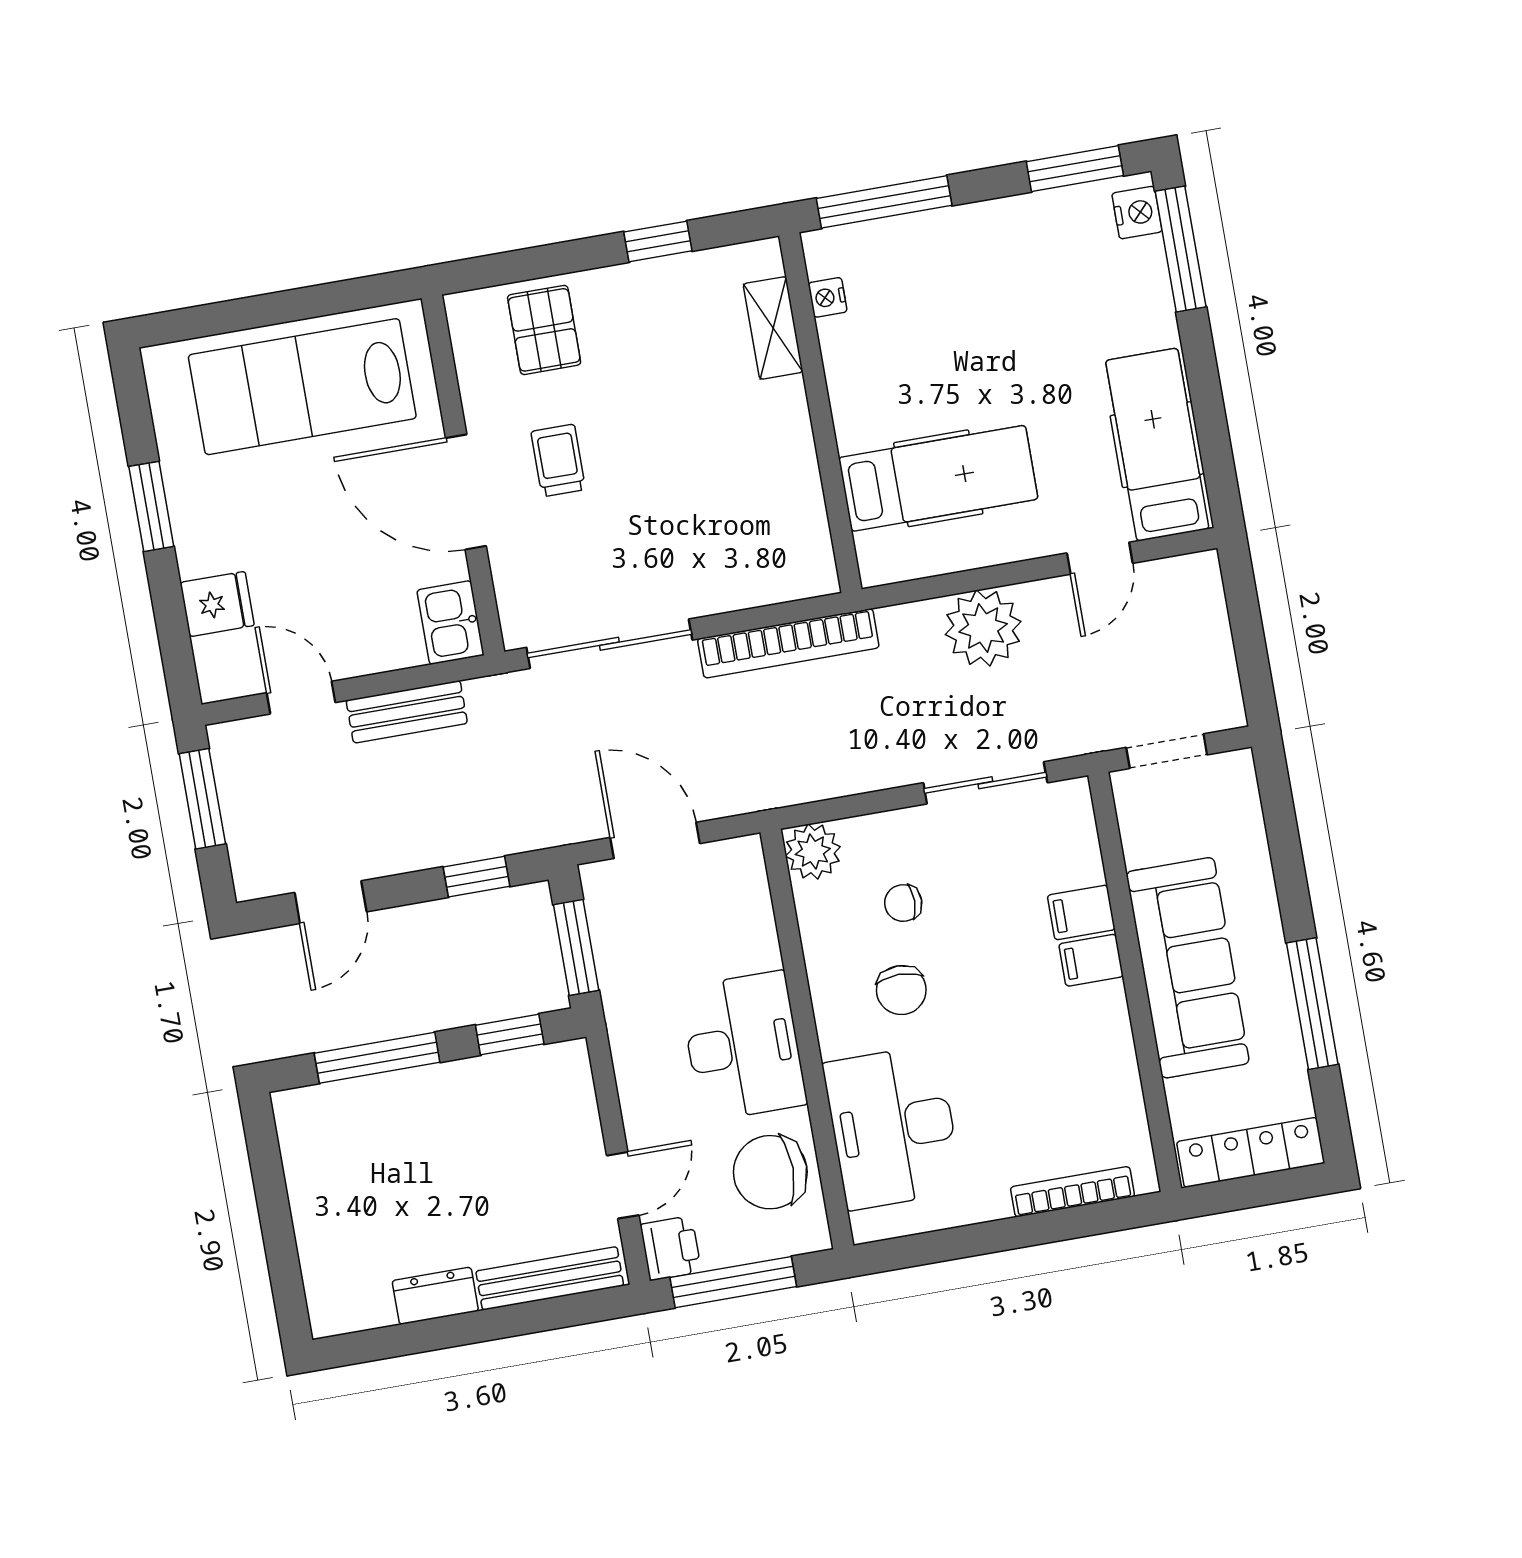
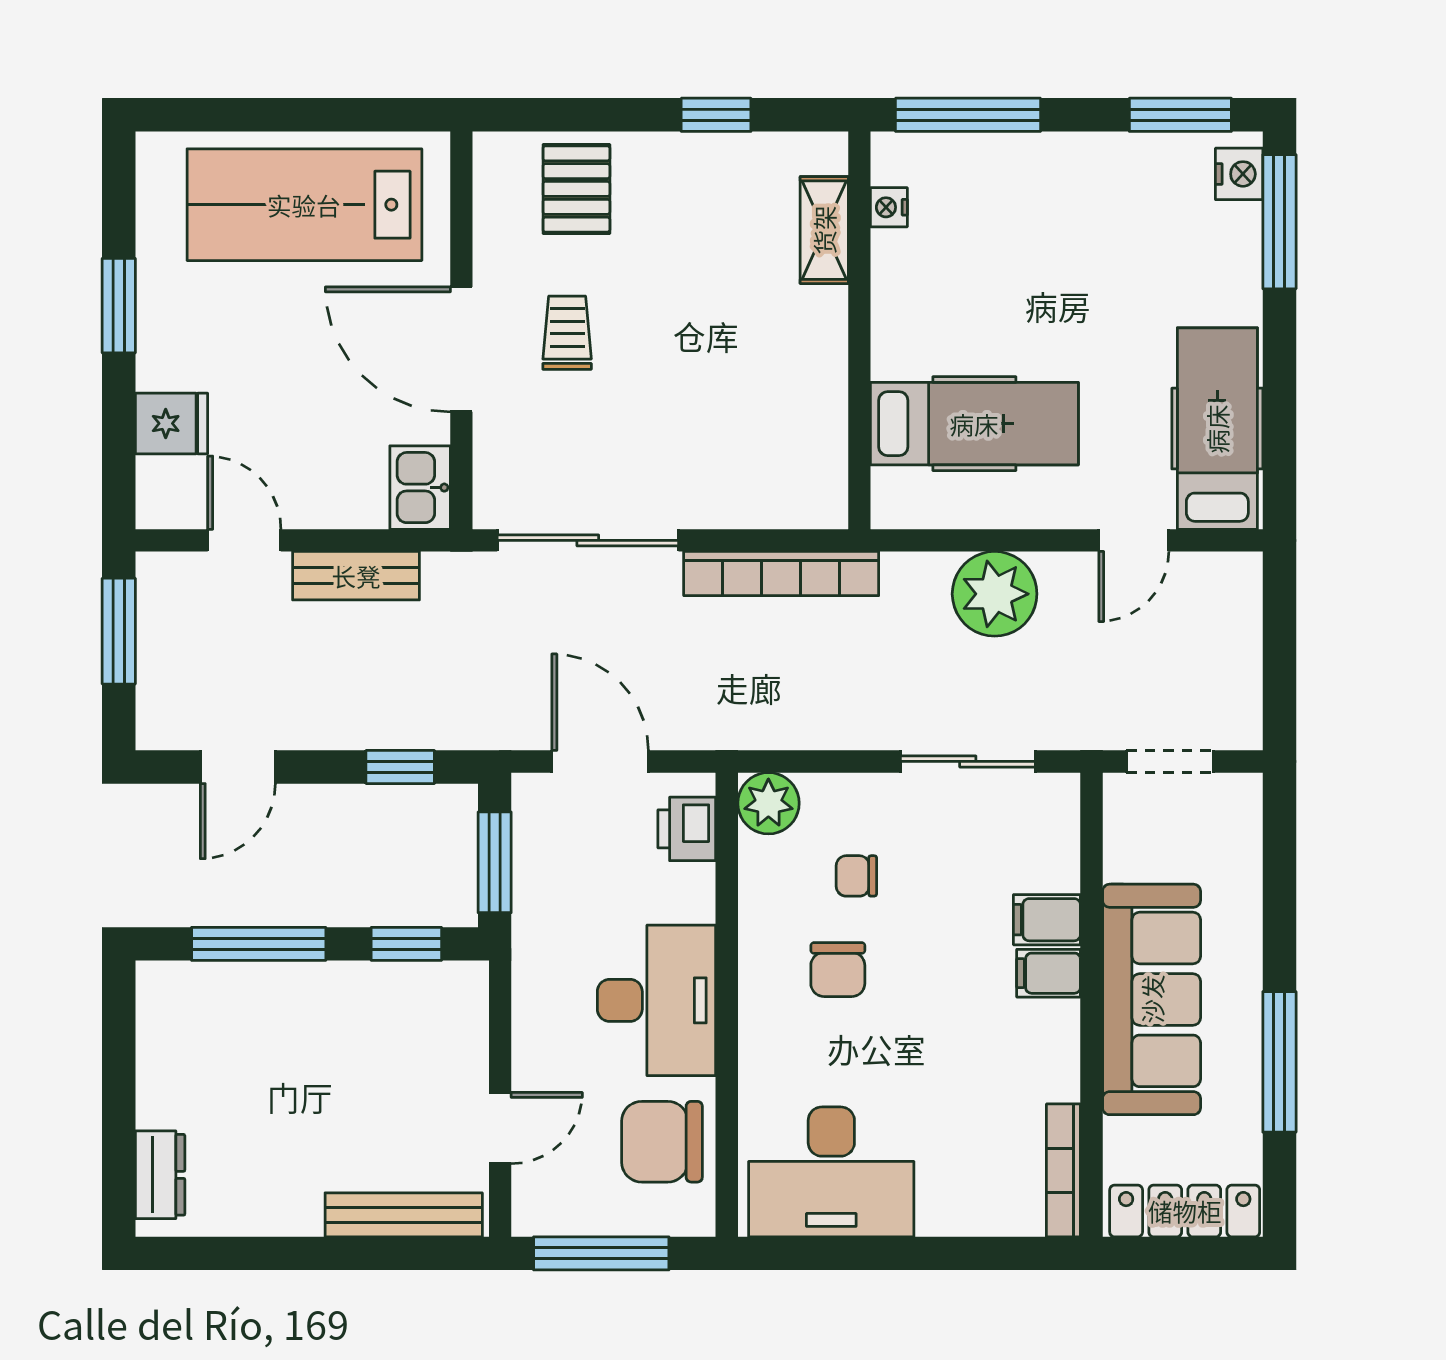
desk: (893, 1127) -> (831, 1172), moved, turned -90
bookcase: (1072, 1192) -> (1063, 1170), moved, turned -90
printer: (671, 1248) -> (687, 829), moved, turned 180
dresser: (435, 1296) -> (160, 1175), moved, turned 90

